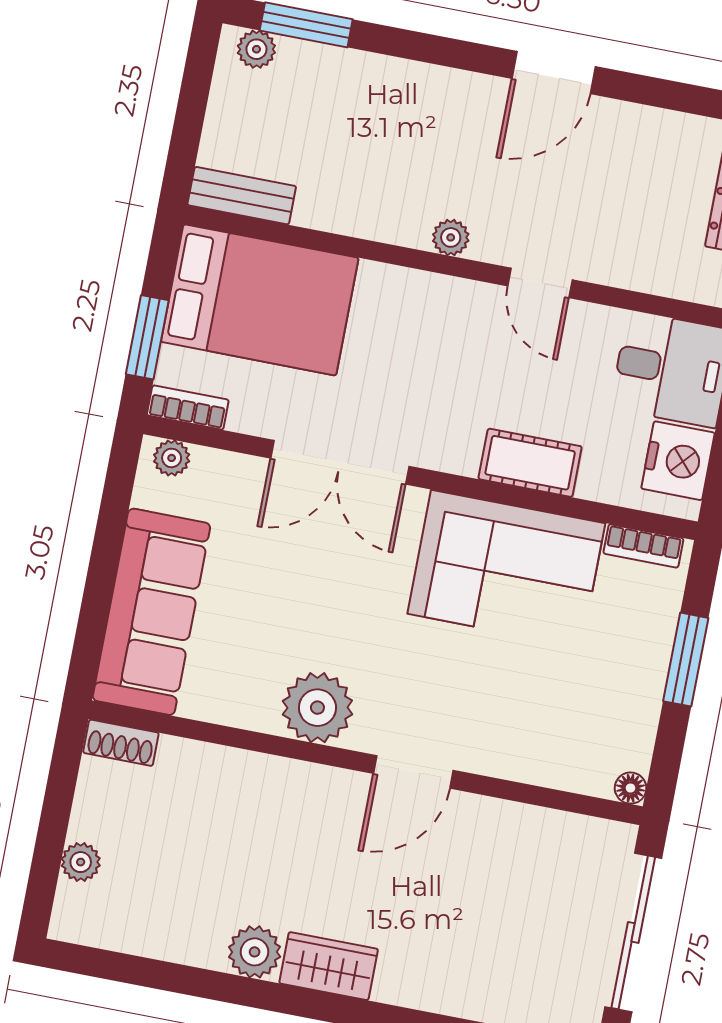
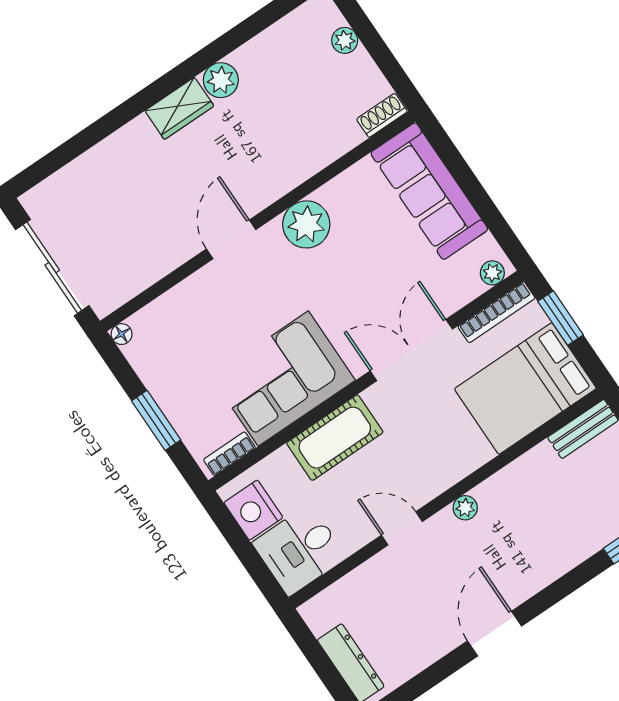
bookcase: (188, 408) -> (496, 312), width x1.56
cot: (530, 463) -> (335, 438), width x1.37, depth x1.34

